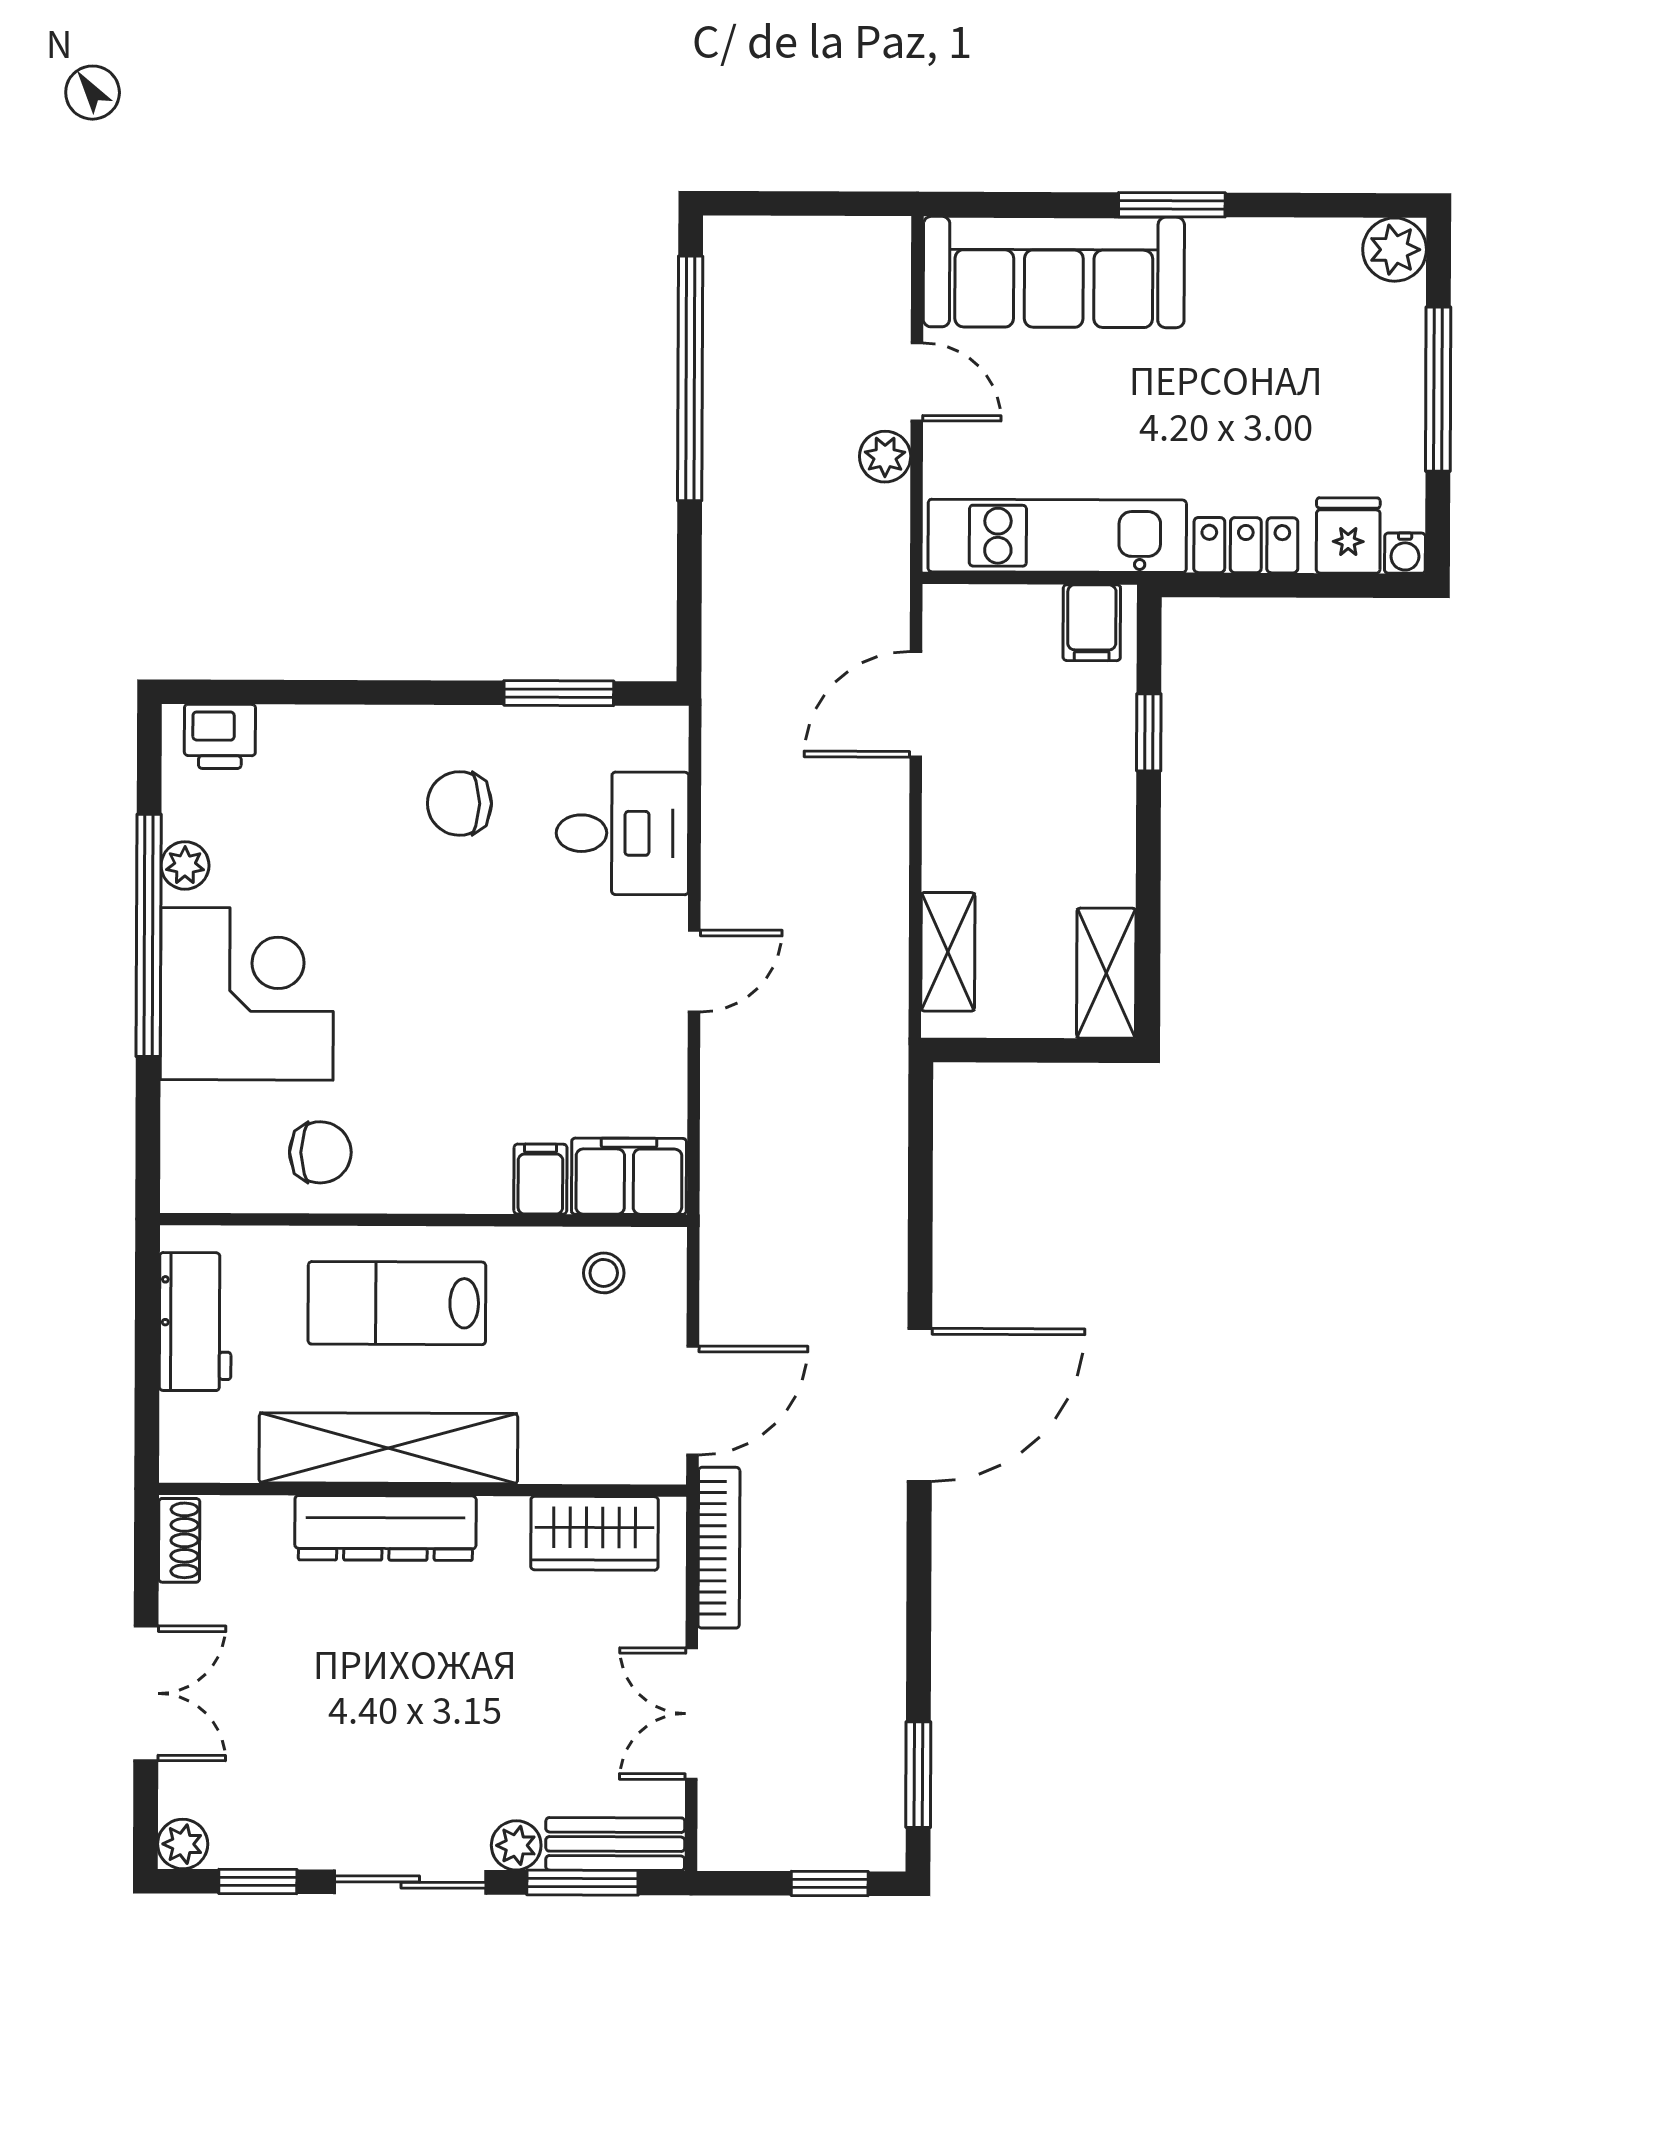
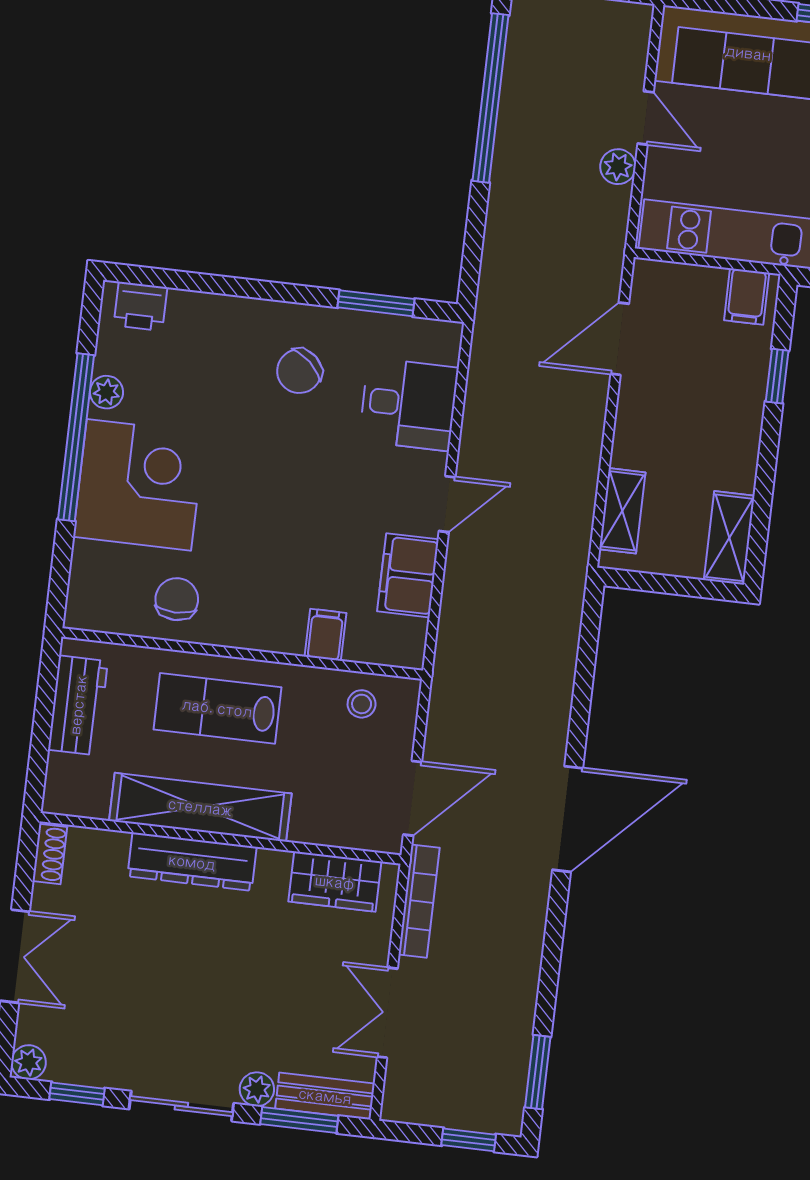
chair: (459, 803) -> (299, 371), turned -48
chair: (320, 1152) -> (177, 599), turned -90
filing cabinet: (629, 1176) -> (408, 575), moved, turned -90

